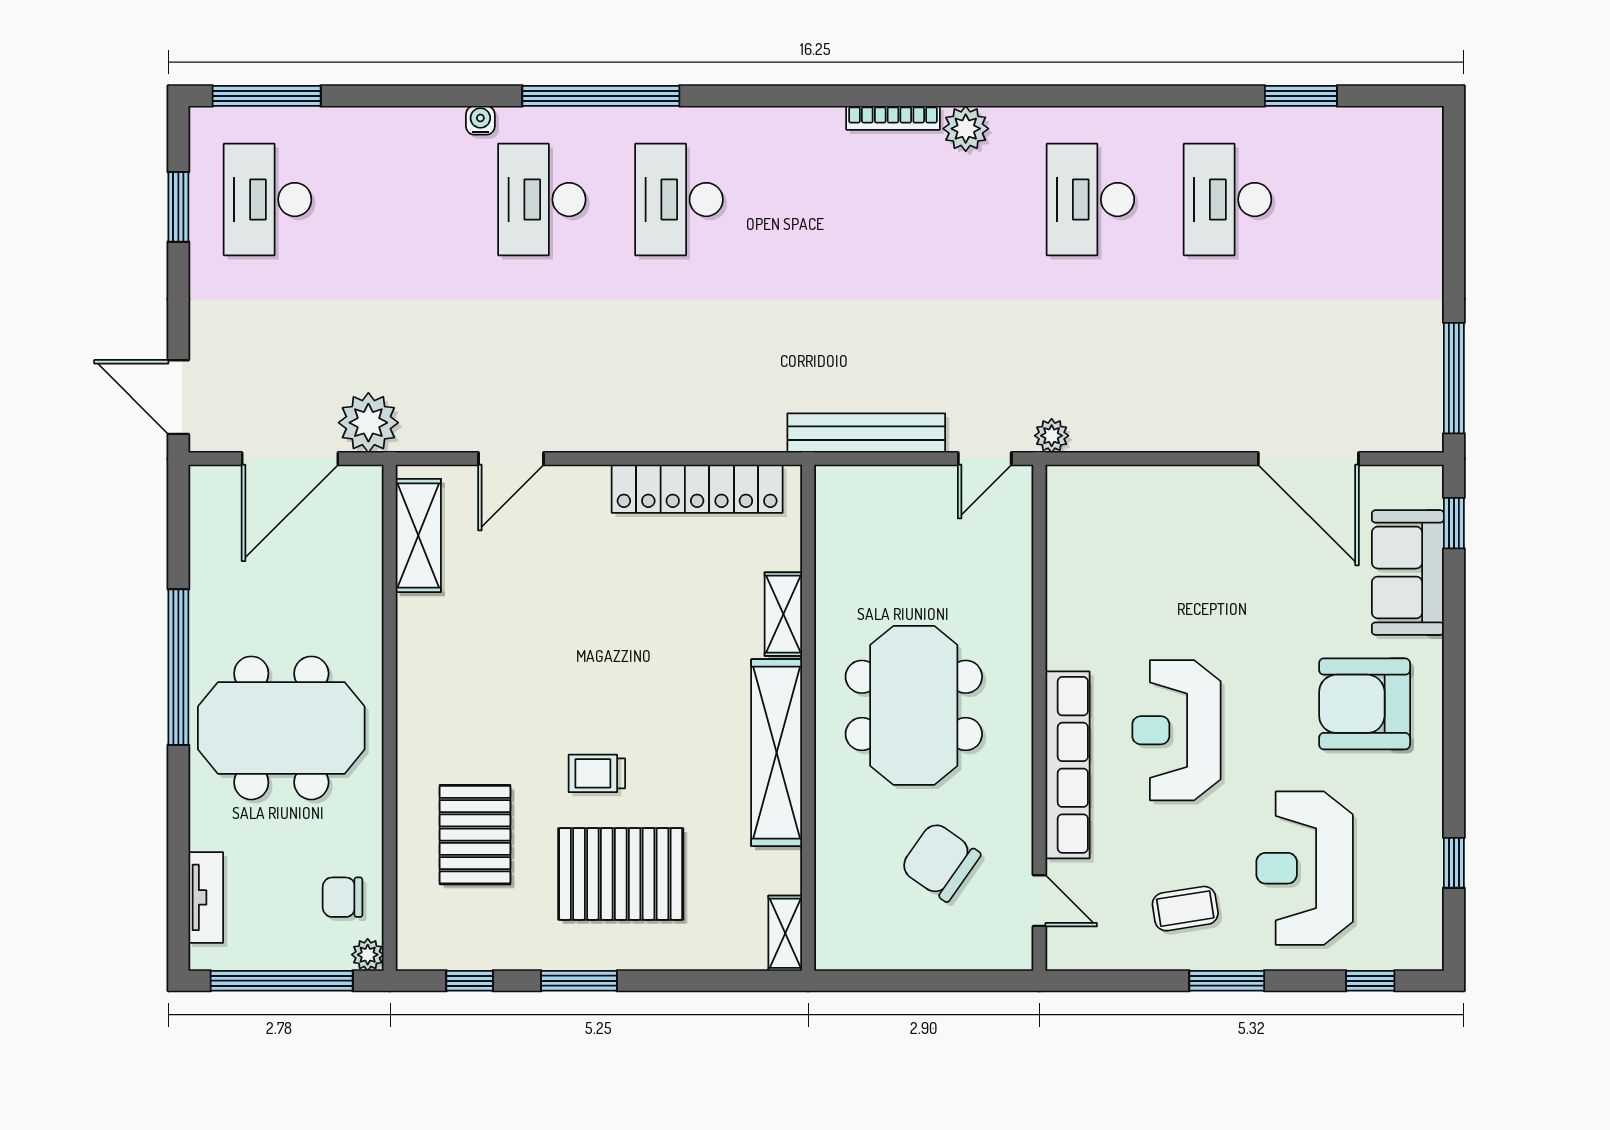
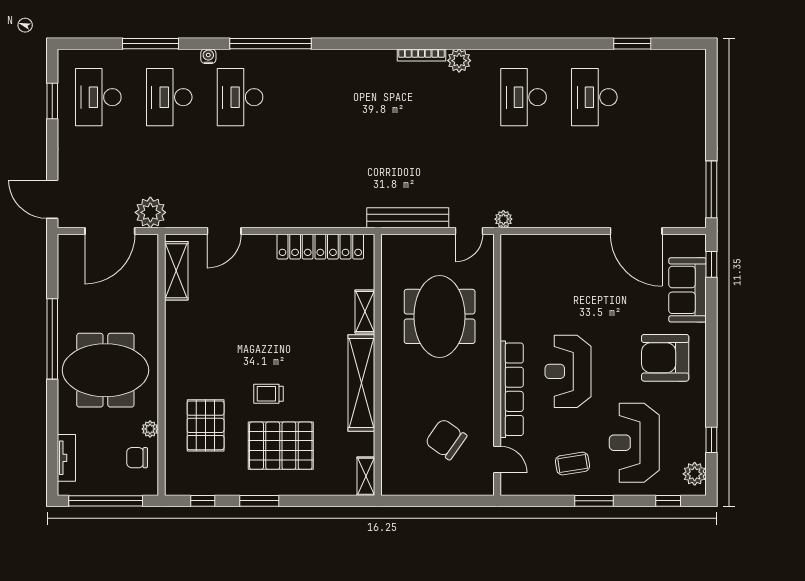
window: (267, 96) -> (151, 44), moved
desk: (679, 200) -> (169, 97), moved
meeting table: (914, 705) -> (440, 316), moved
plant: (1421, 928) -> (695, 474), added
plant: (368, 955) -> (150, 429), moved

